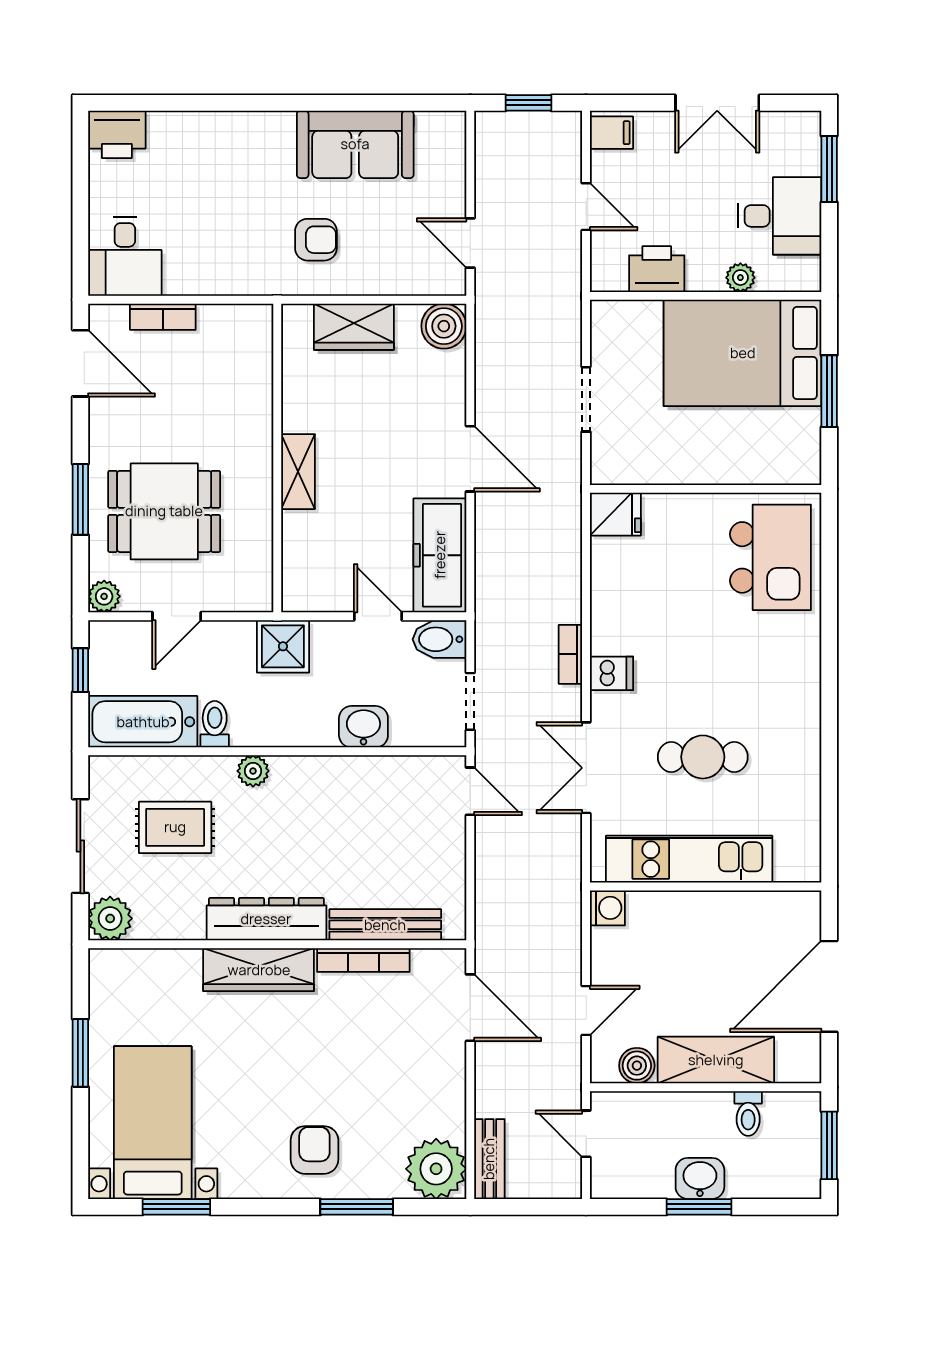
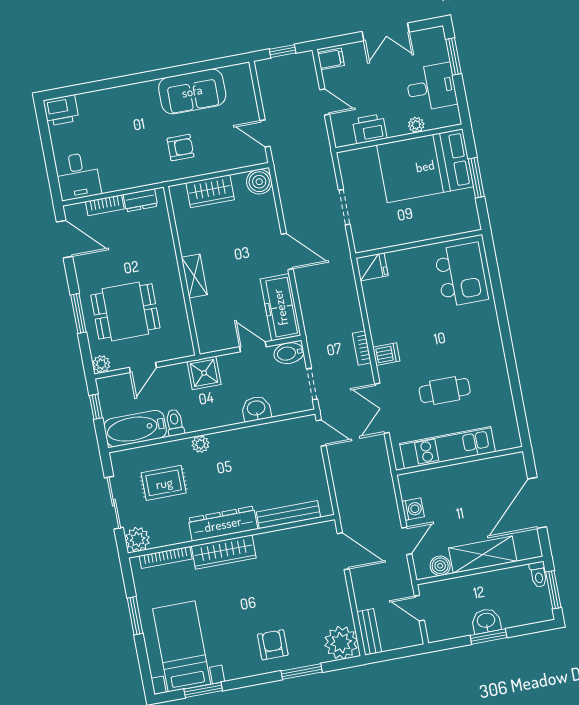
dresser: (228, 320) -> (140, 200), added
washing machine: (607, 908) -> (413, 509), moved
bookcase: (363, 960) -> (166, 557), moved
toilet: (748, 1113) -> (538, 574), moved

